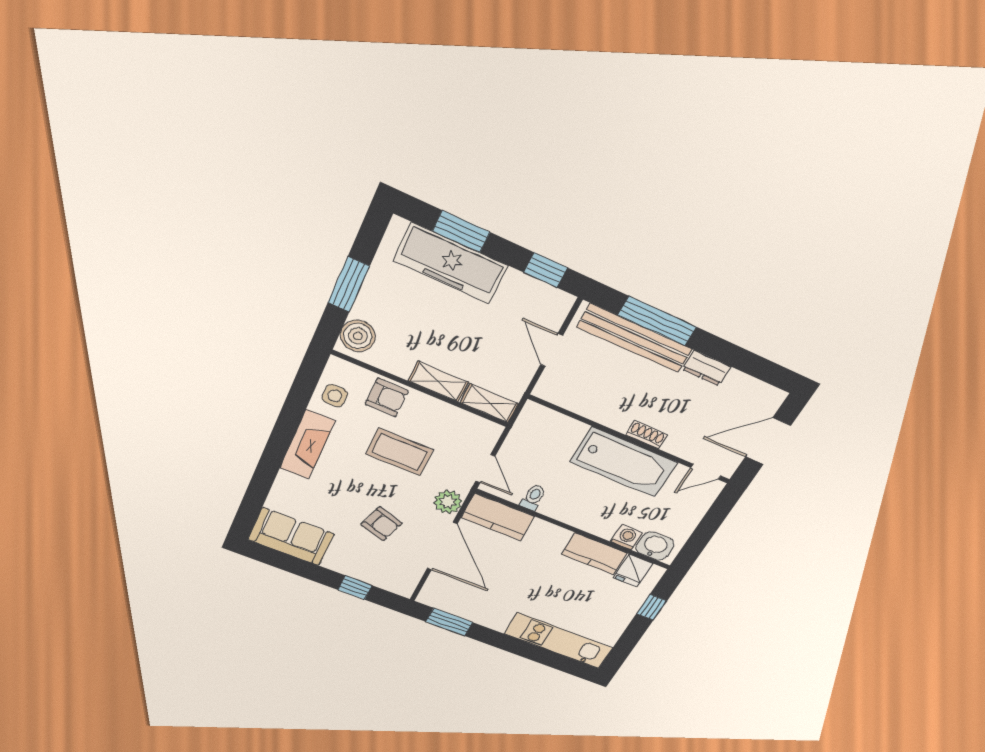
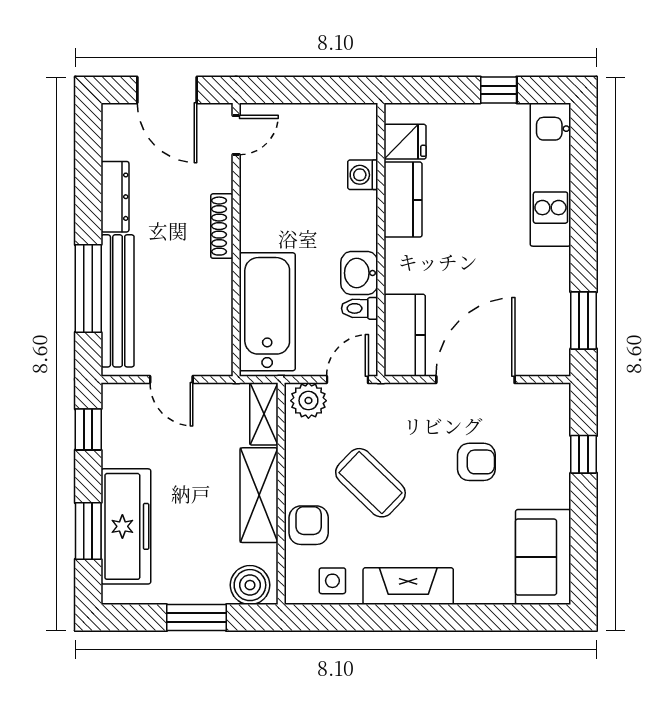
door: (552, 350) -> (171, 379), hinge flipped
dresser: (707, 368) -> (115, 197), width x1.44
shelving: (438, 382) -> (259, 495), width x1.50, depth x1.33
shoe rack: (647, 435) -> (222, 226), width x1.43
coffee table: (399, 452) -> (370, 483), turned -46
bathtub: (624, 462) -> (267, 312), moved
door: (706, 472) -> (236, 135), hinge flipped
plant: (448, 502) -> (308, 401), moved
armchair: (381, 524) -> (476, 462), turned 73
washbasin: (655, 546) -> (359, 273), moved
window: (652, 607) -> (499, 90), moved

